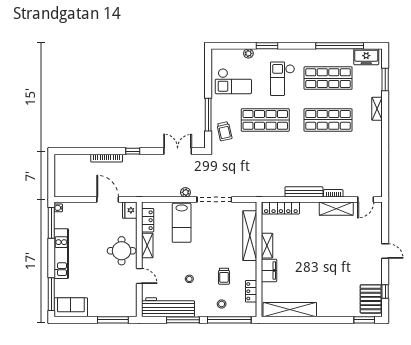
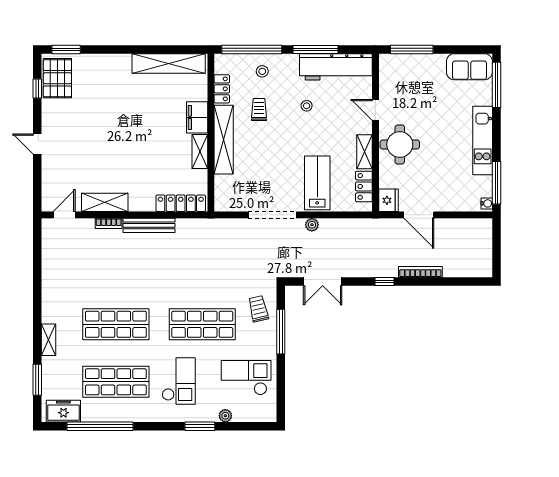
shelving: (250, 236) -> (224, 140), moved

